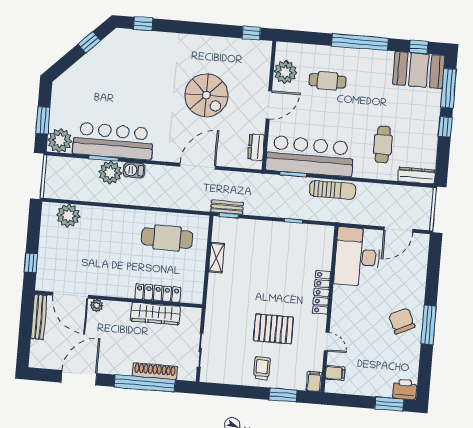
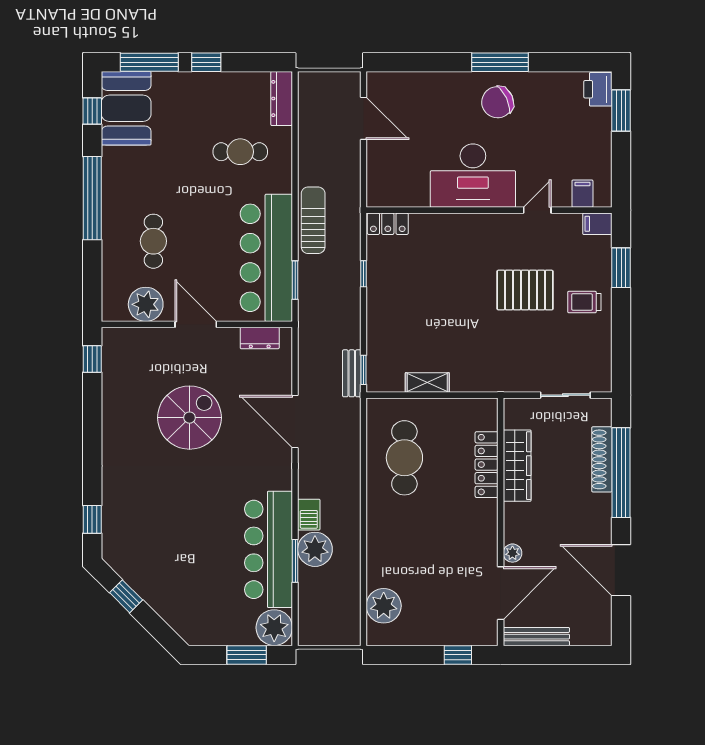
desk: (357, 257) -> (473, 176), moved
locker: (321, 292) -> (388, 224), moved, width x0.66
pallet: (273, 329) -> (525, 290), turned 90

